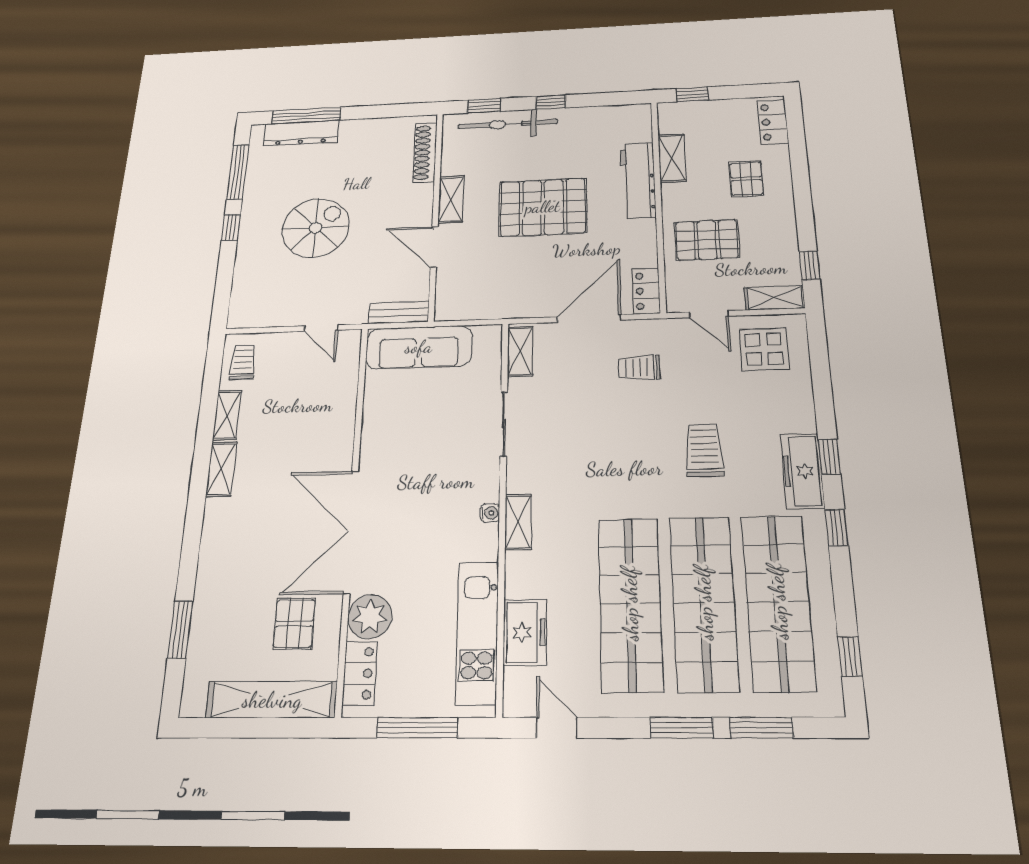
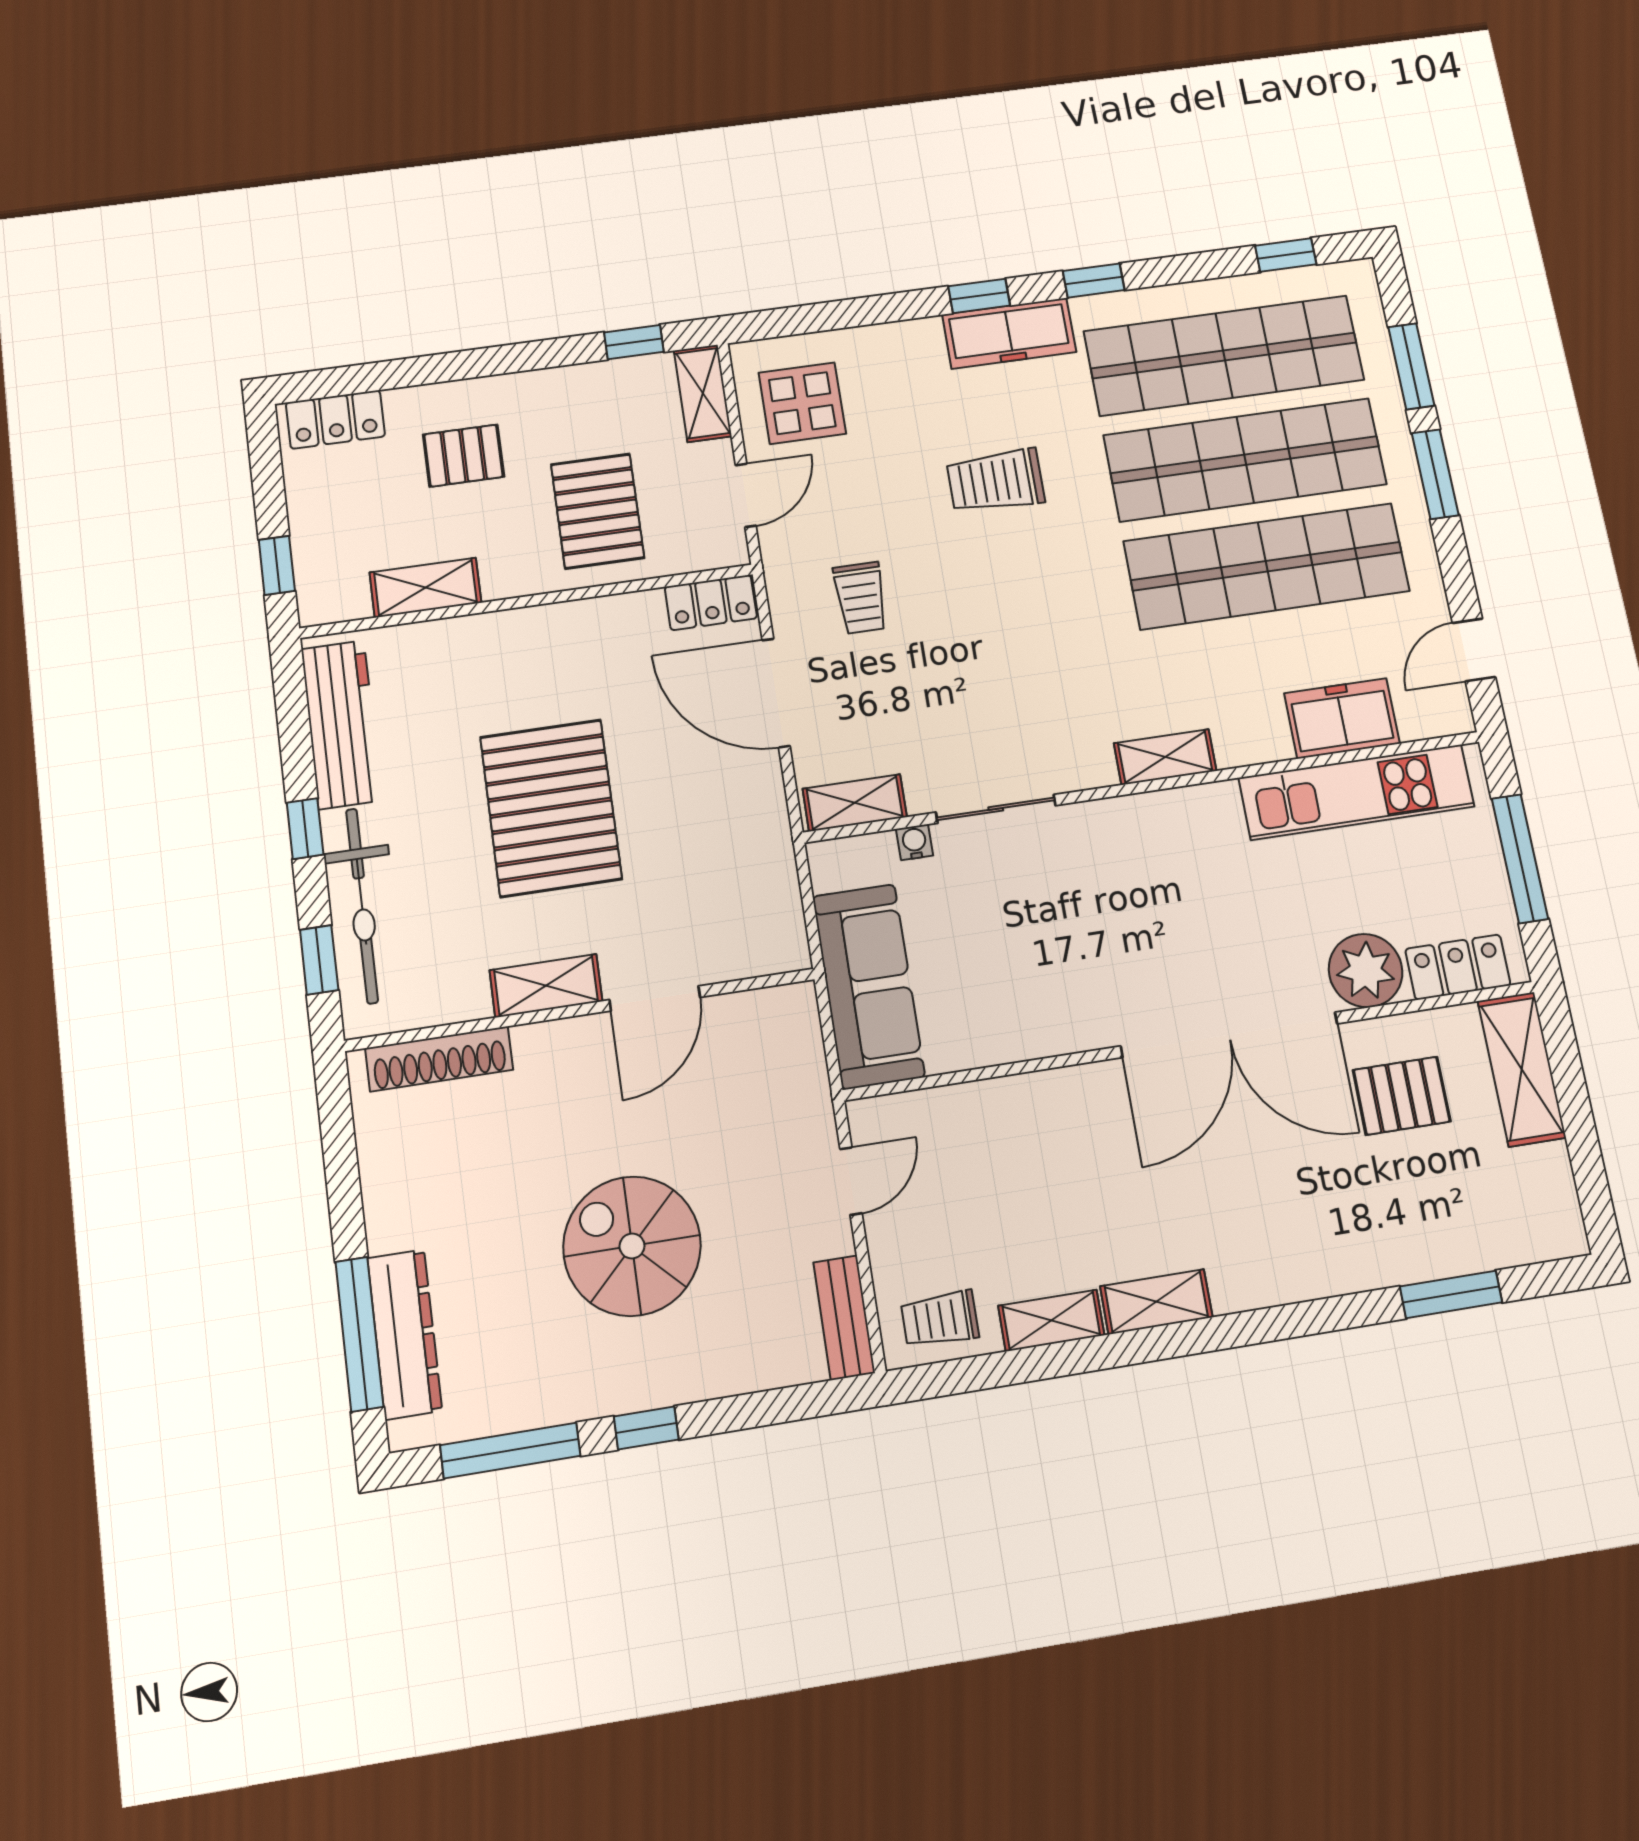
workbench: (638, 180) -> (341, 724), moved, turned -90
bench: (399, 313) -> (844, 1318), moved
water cooler: (490, 513) -> (914, 842), moved
shelving: (272, 700) -> (1522, 1069), width x0.68

